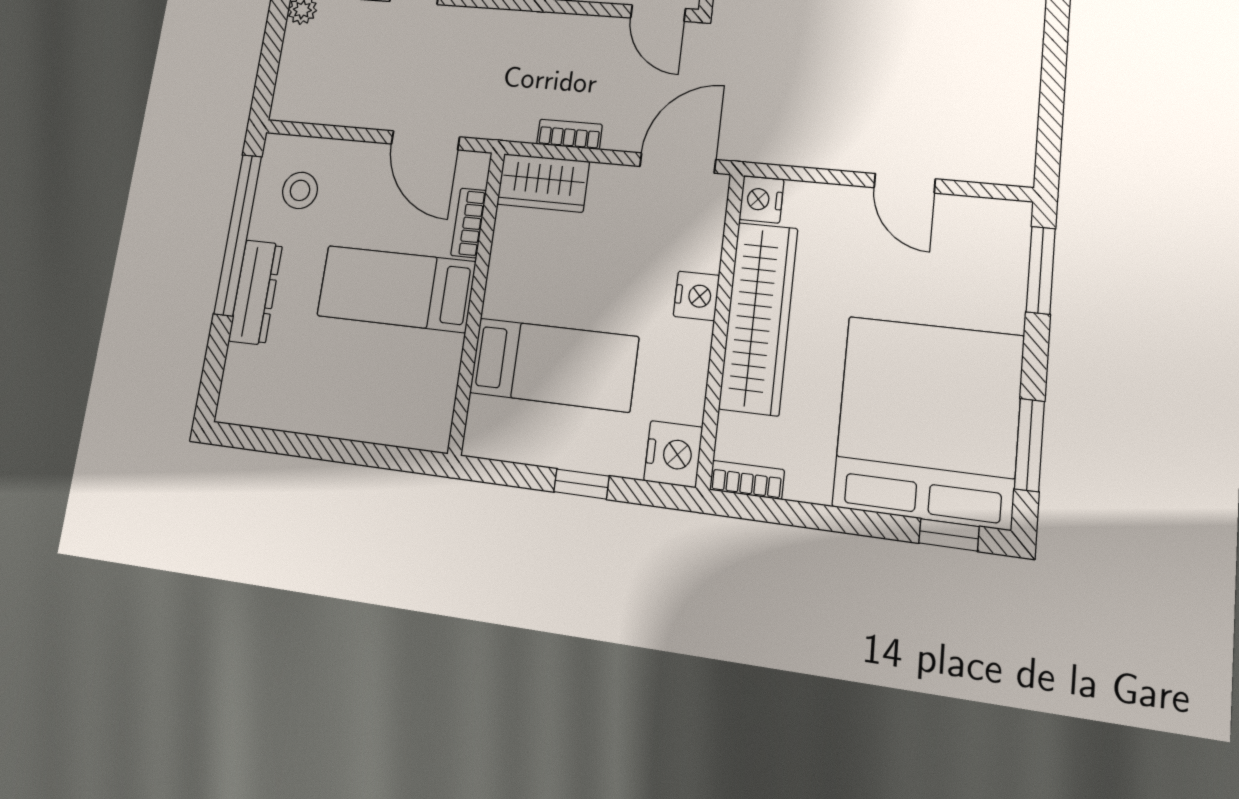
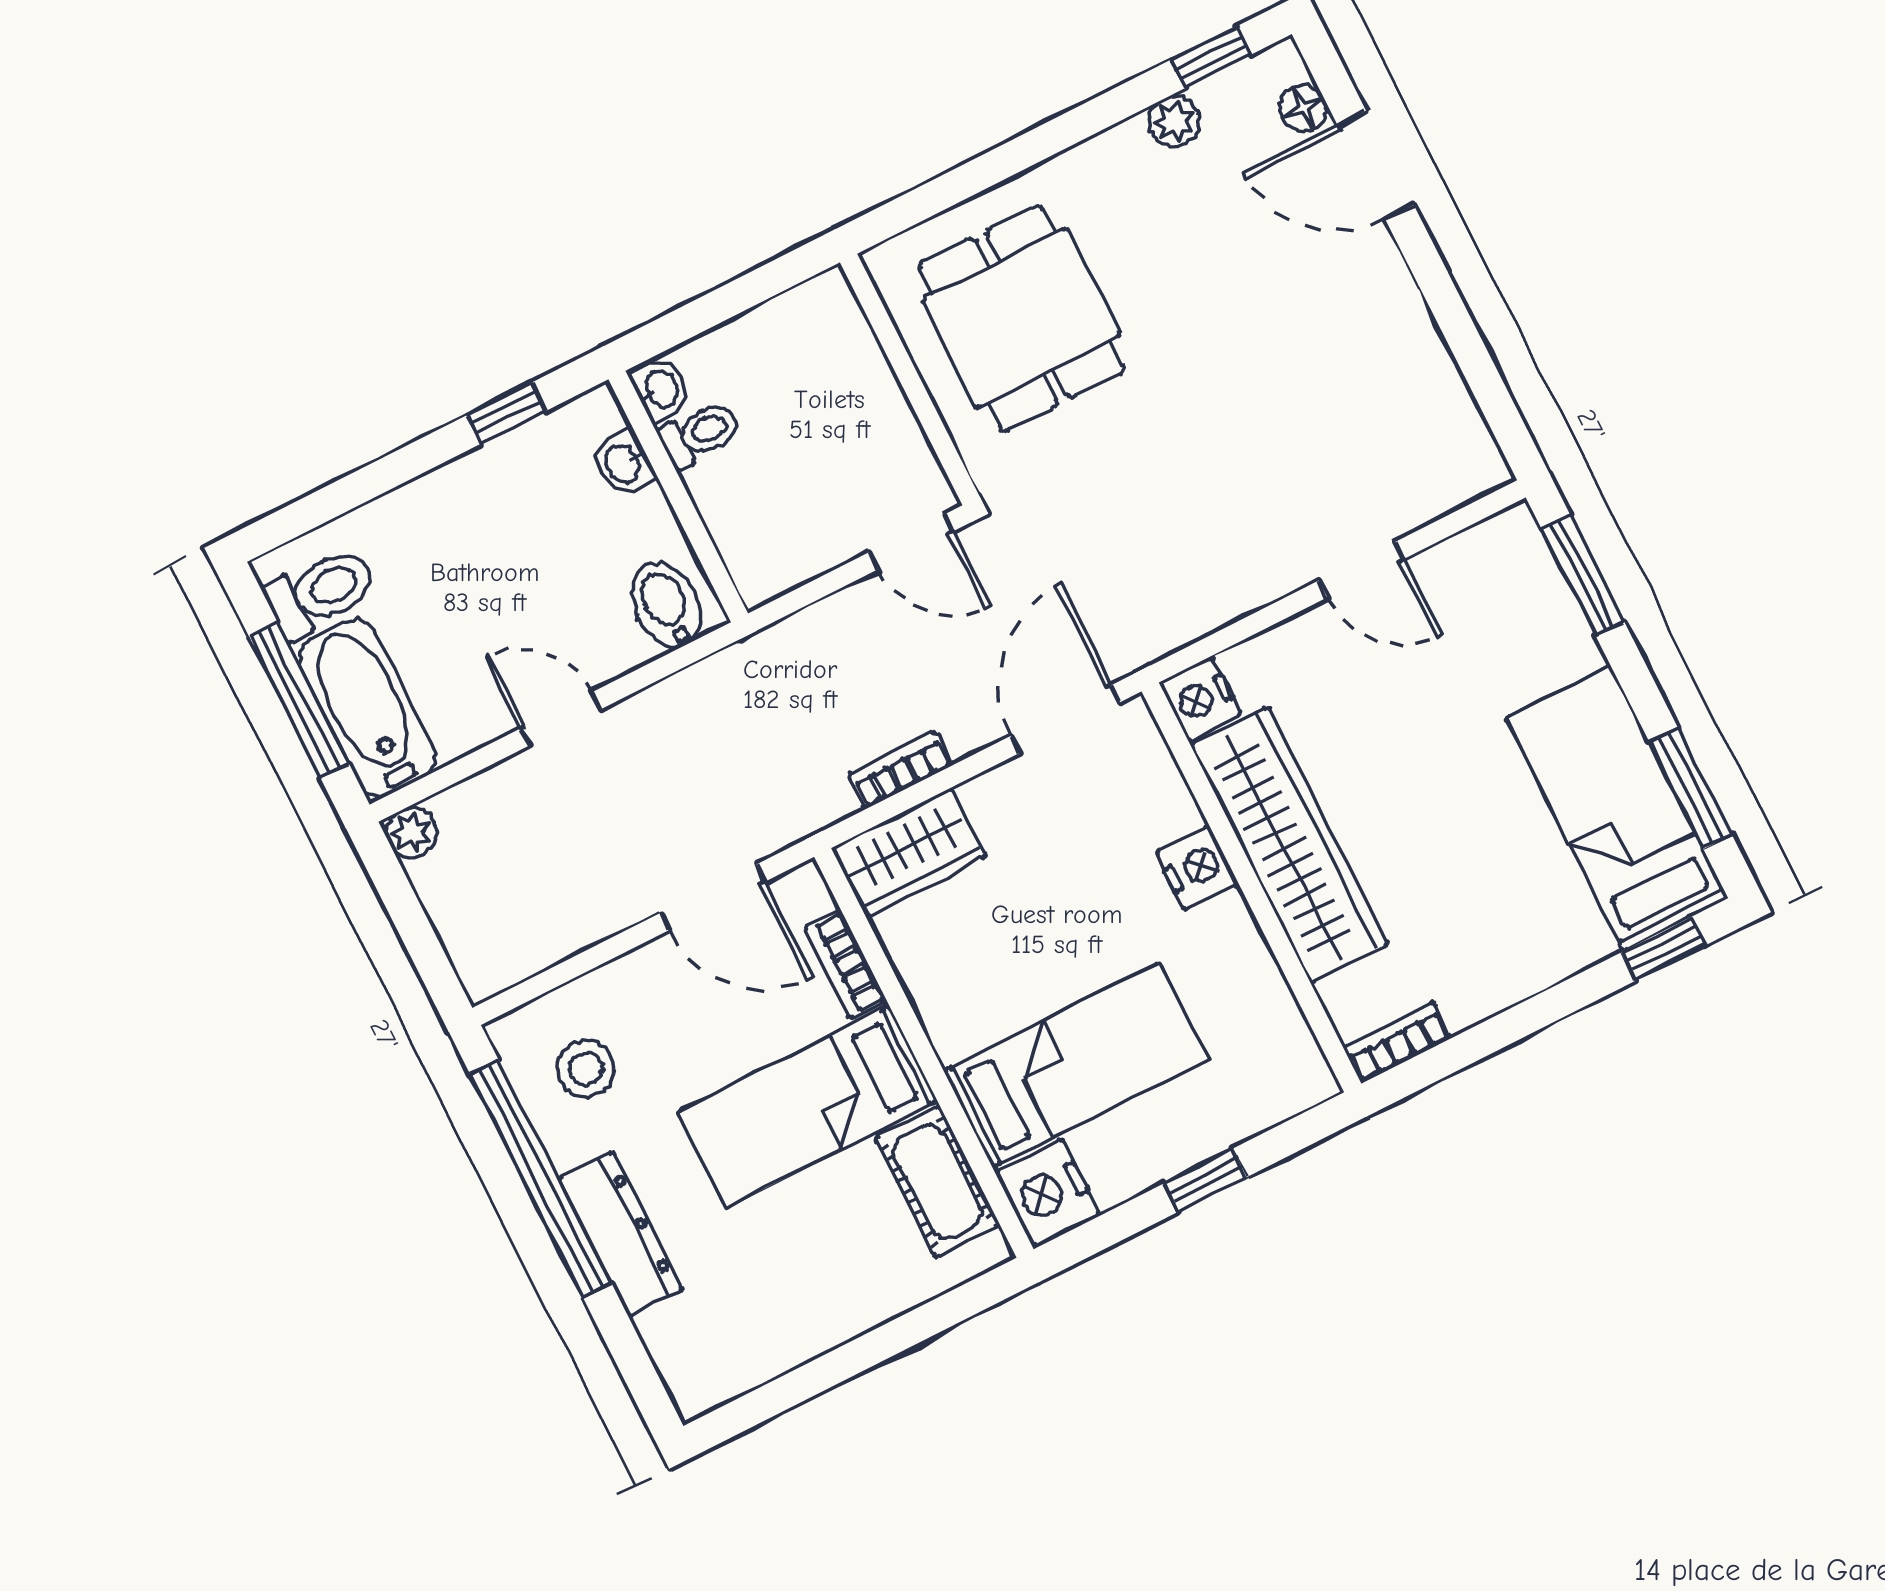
cot: (435, 379) -> (937, 1182), added
bed: (928, 421) -> (1617, 808), width x0.49
nightstand: (673, 454) -> (1047, 1193), moved, turned 180

